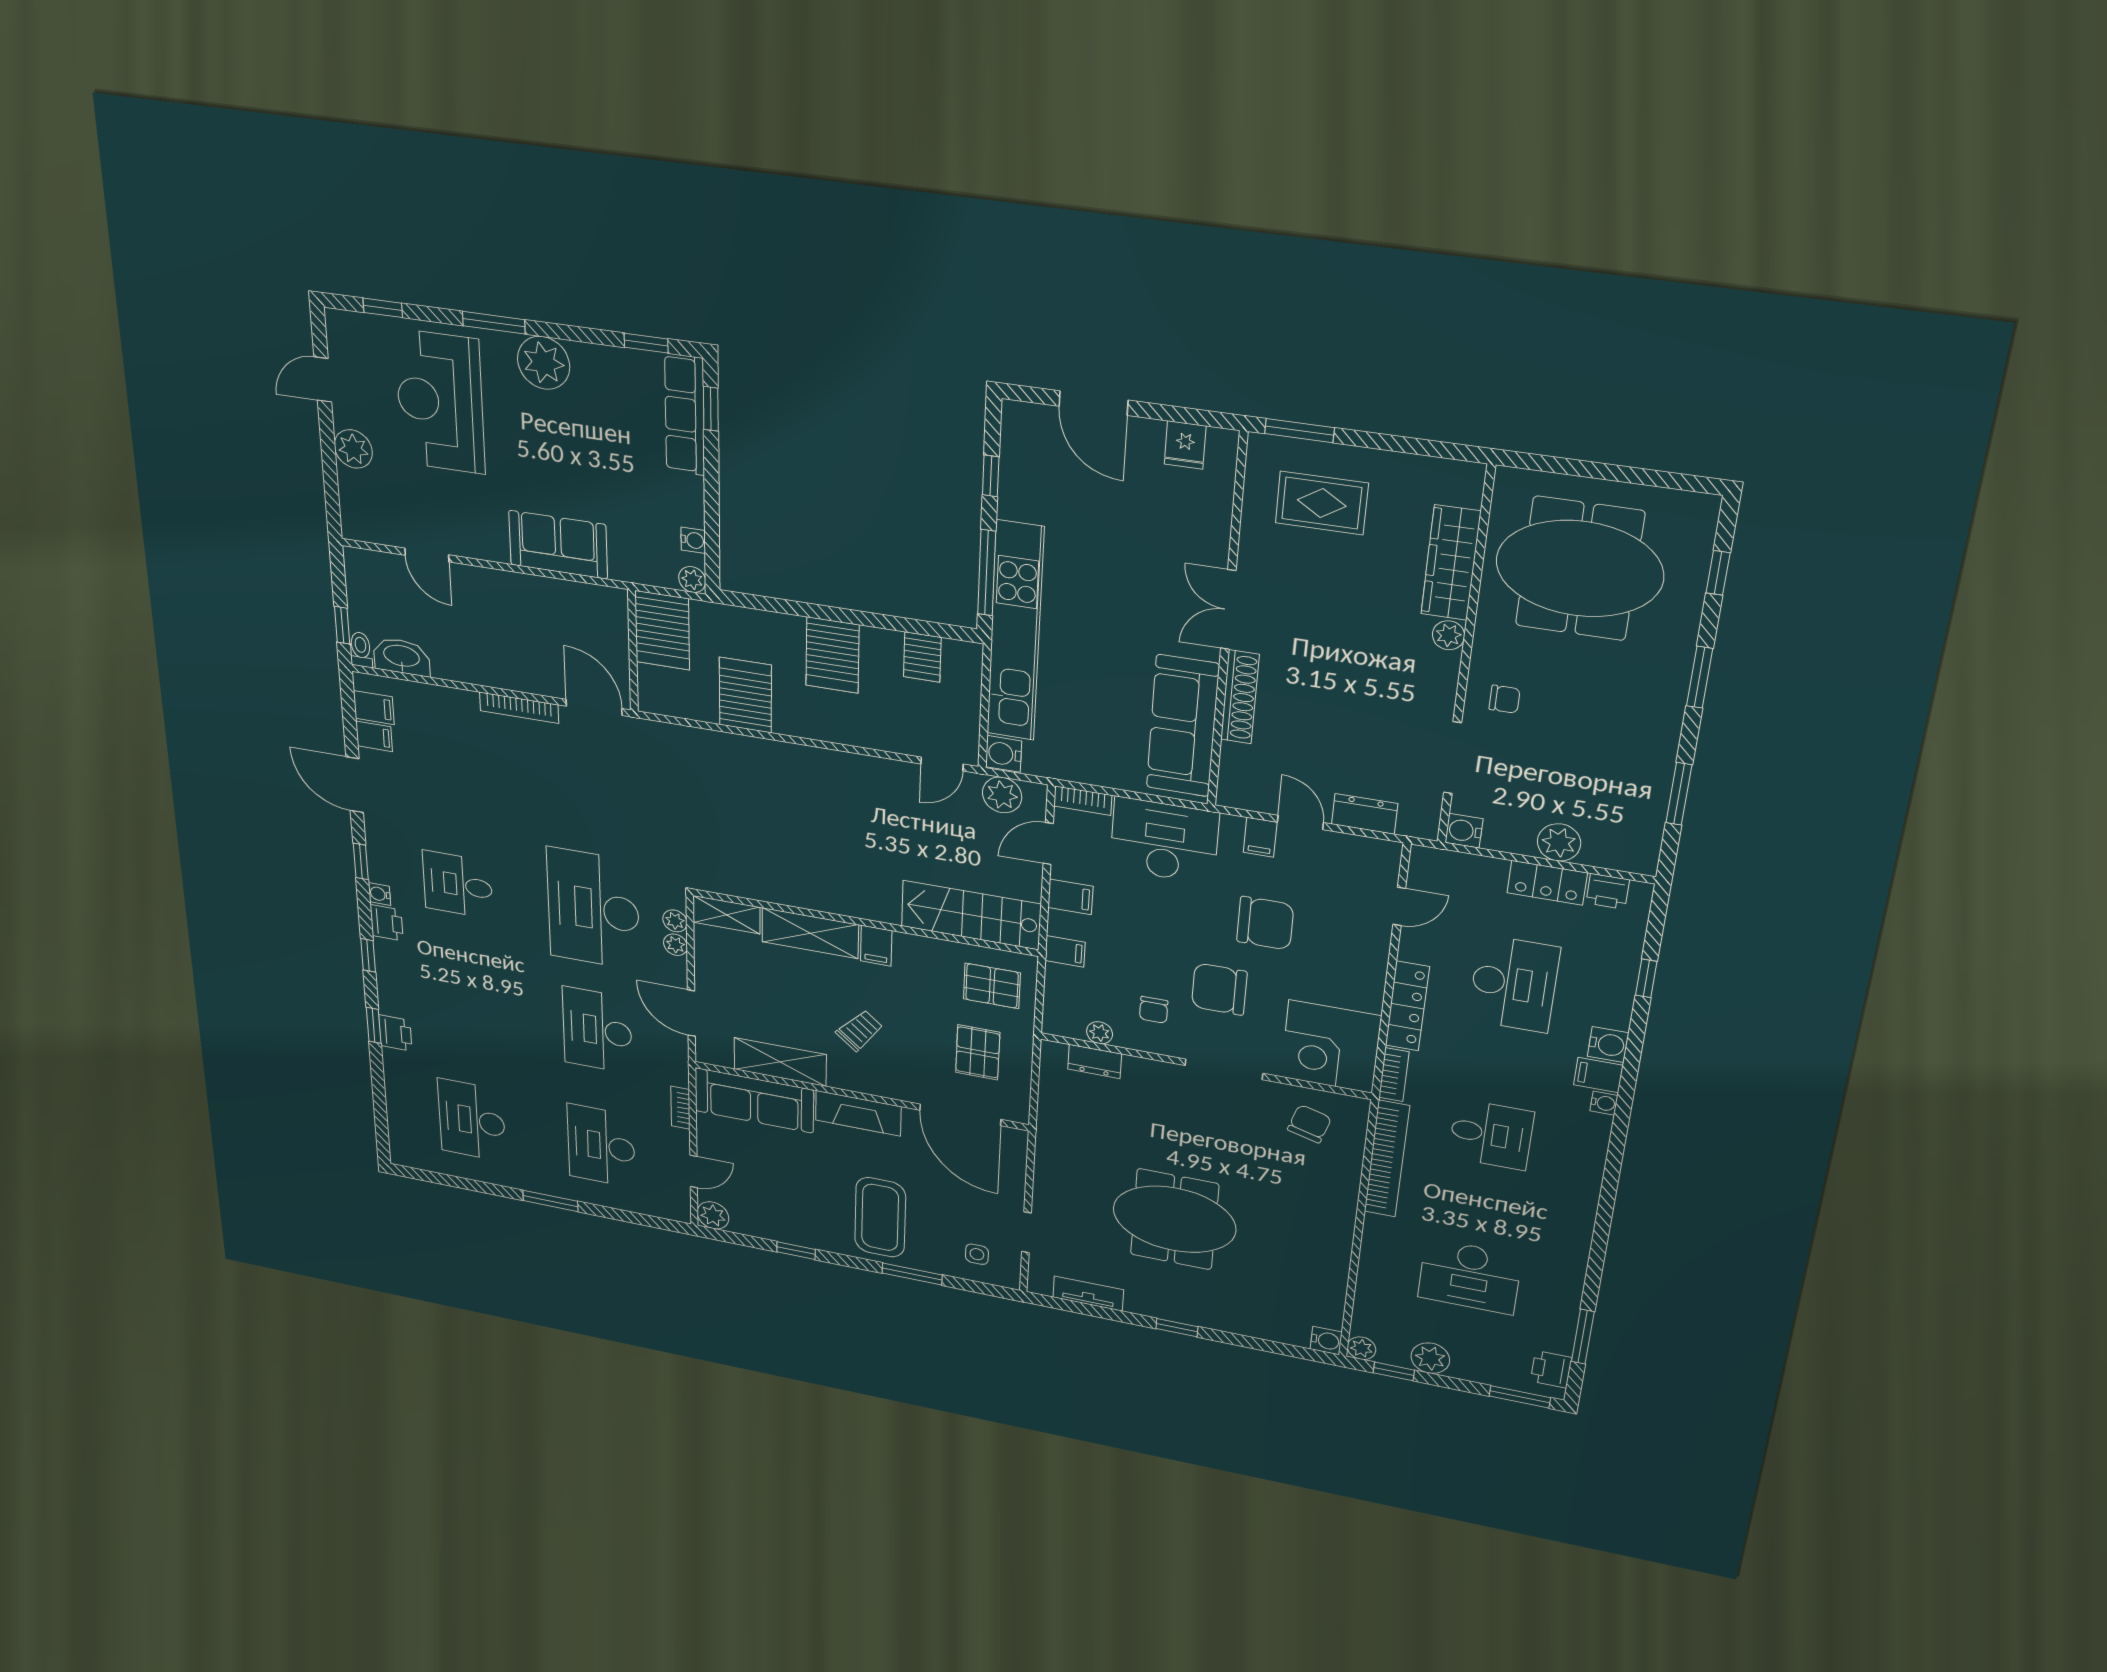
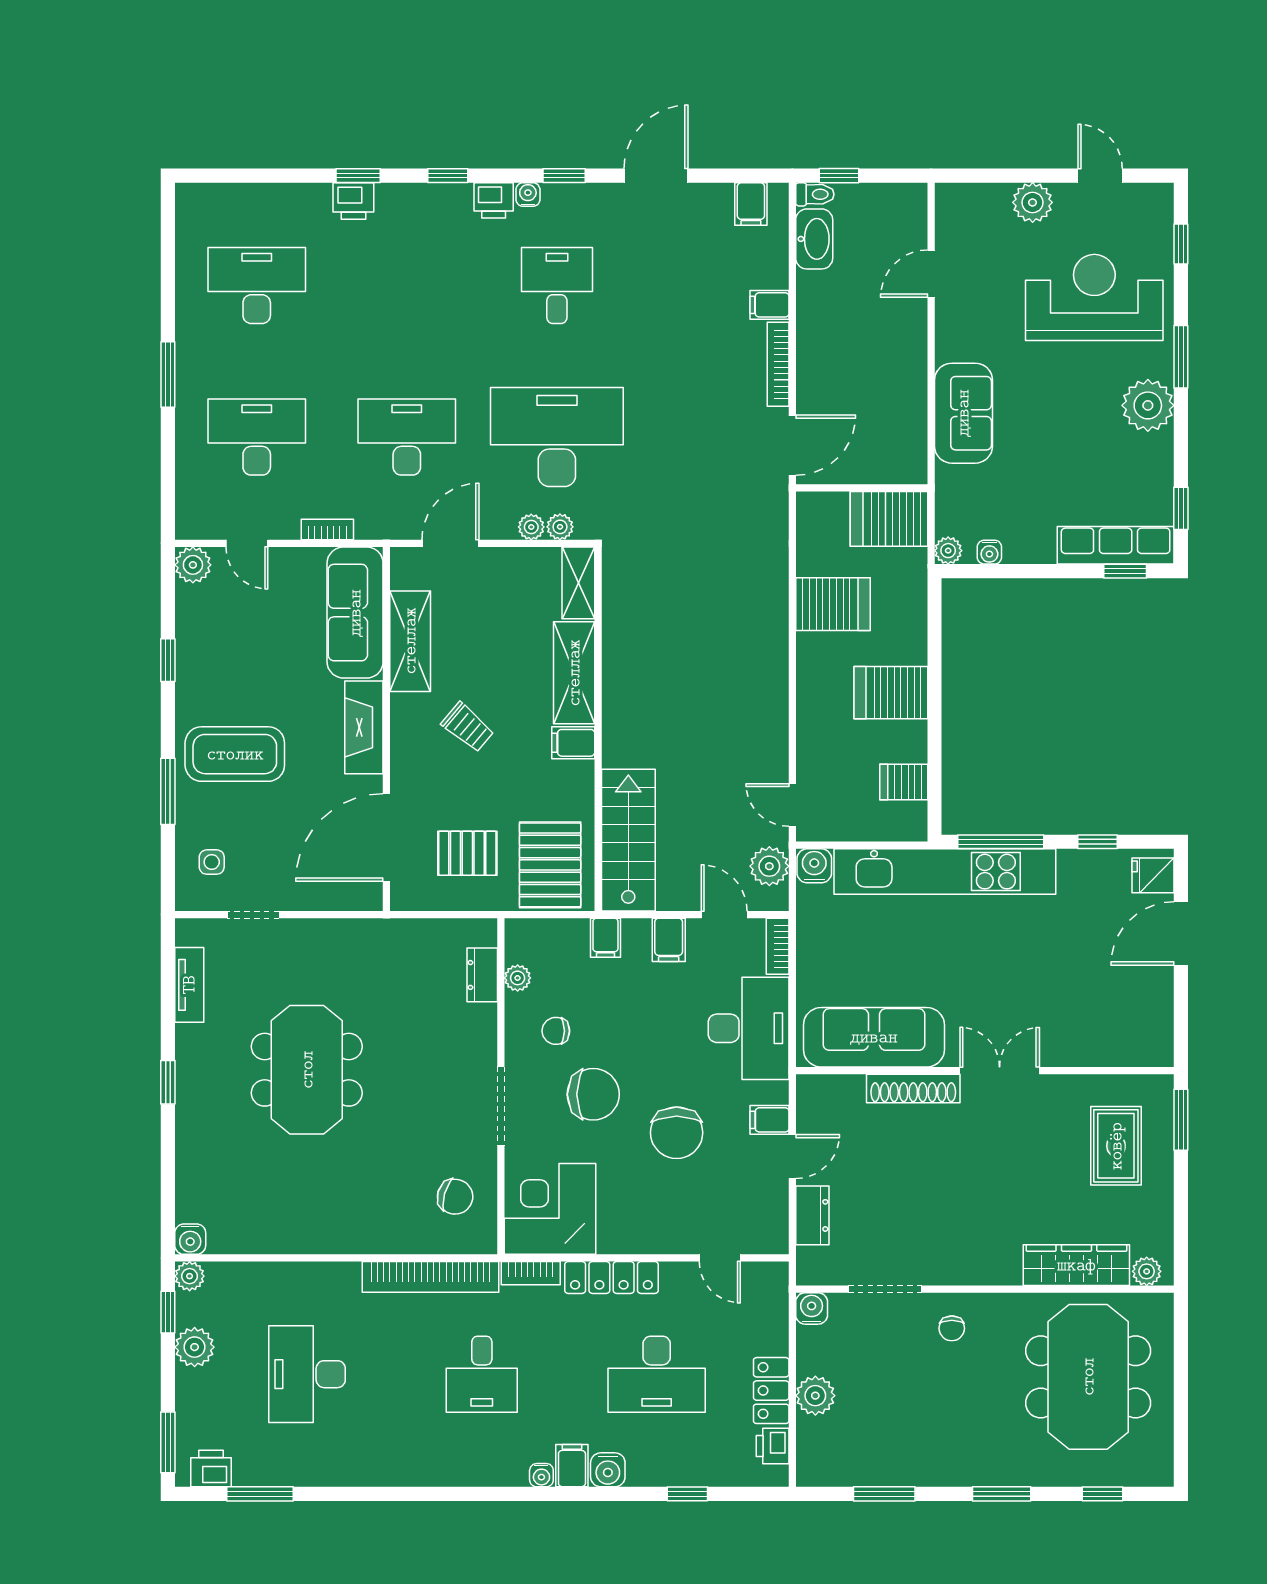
fridge: (1185, 445) -> (1153, 875), moved
plant: (1449, 635) -> (1147, 1271), moved
filing cabinet: (374, 736) -> (769, 305), moved, turned 90
pallet: (992, 986) -> (550, 865), width x1.50, depth x1.42
chair: (1219, 989) -> (593, 1094), turned 90

